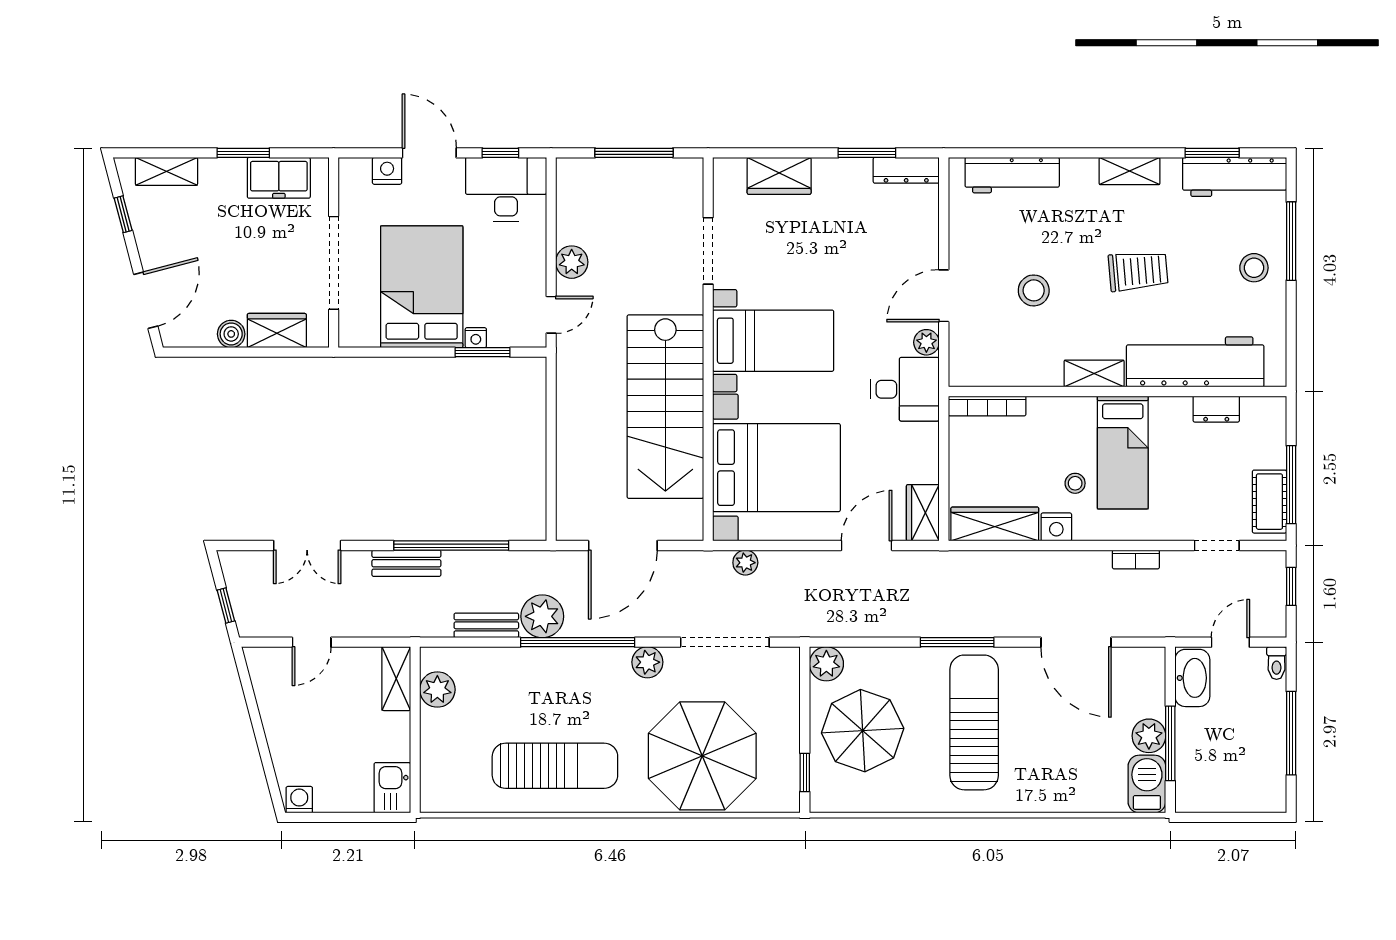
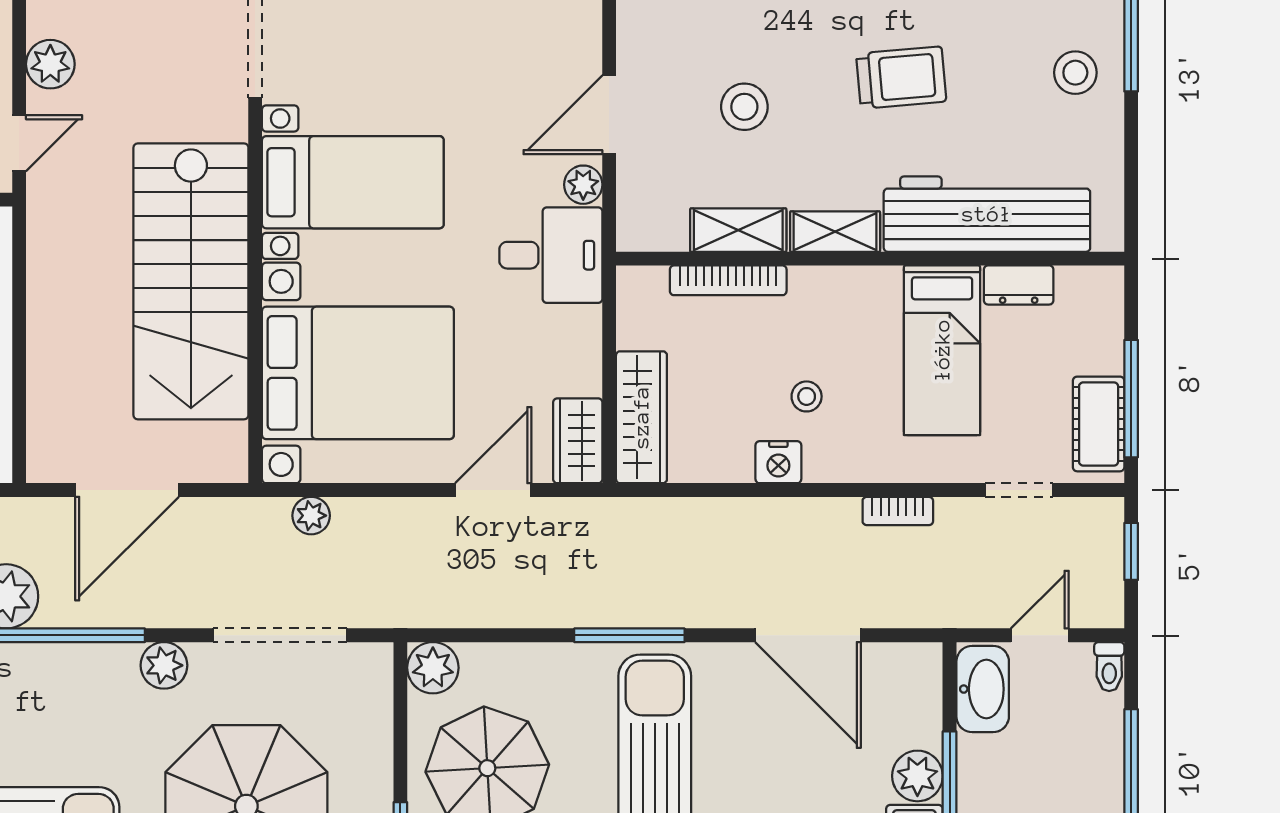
shelving: (1030, 373) -> (738, 230), added
bookcase: (987, 406) -> (728, 280), moved
bed: (1123, 452) -> (942, 350), moved
wardrobe: (995, 524) -> (641, 417), moved, turned 90

